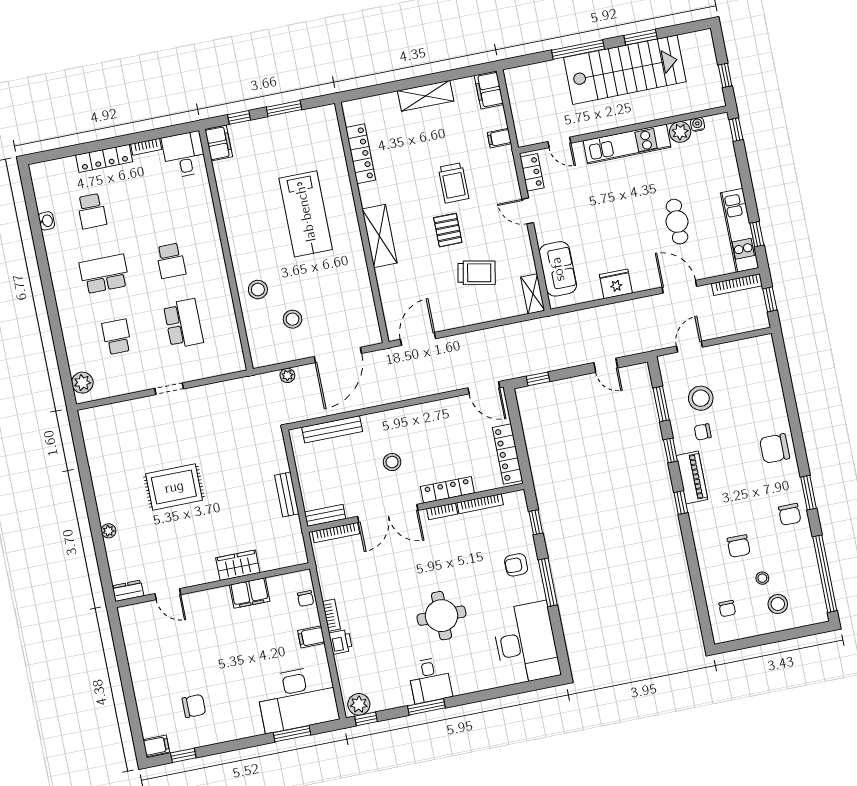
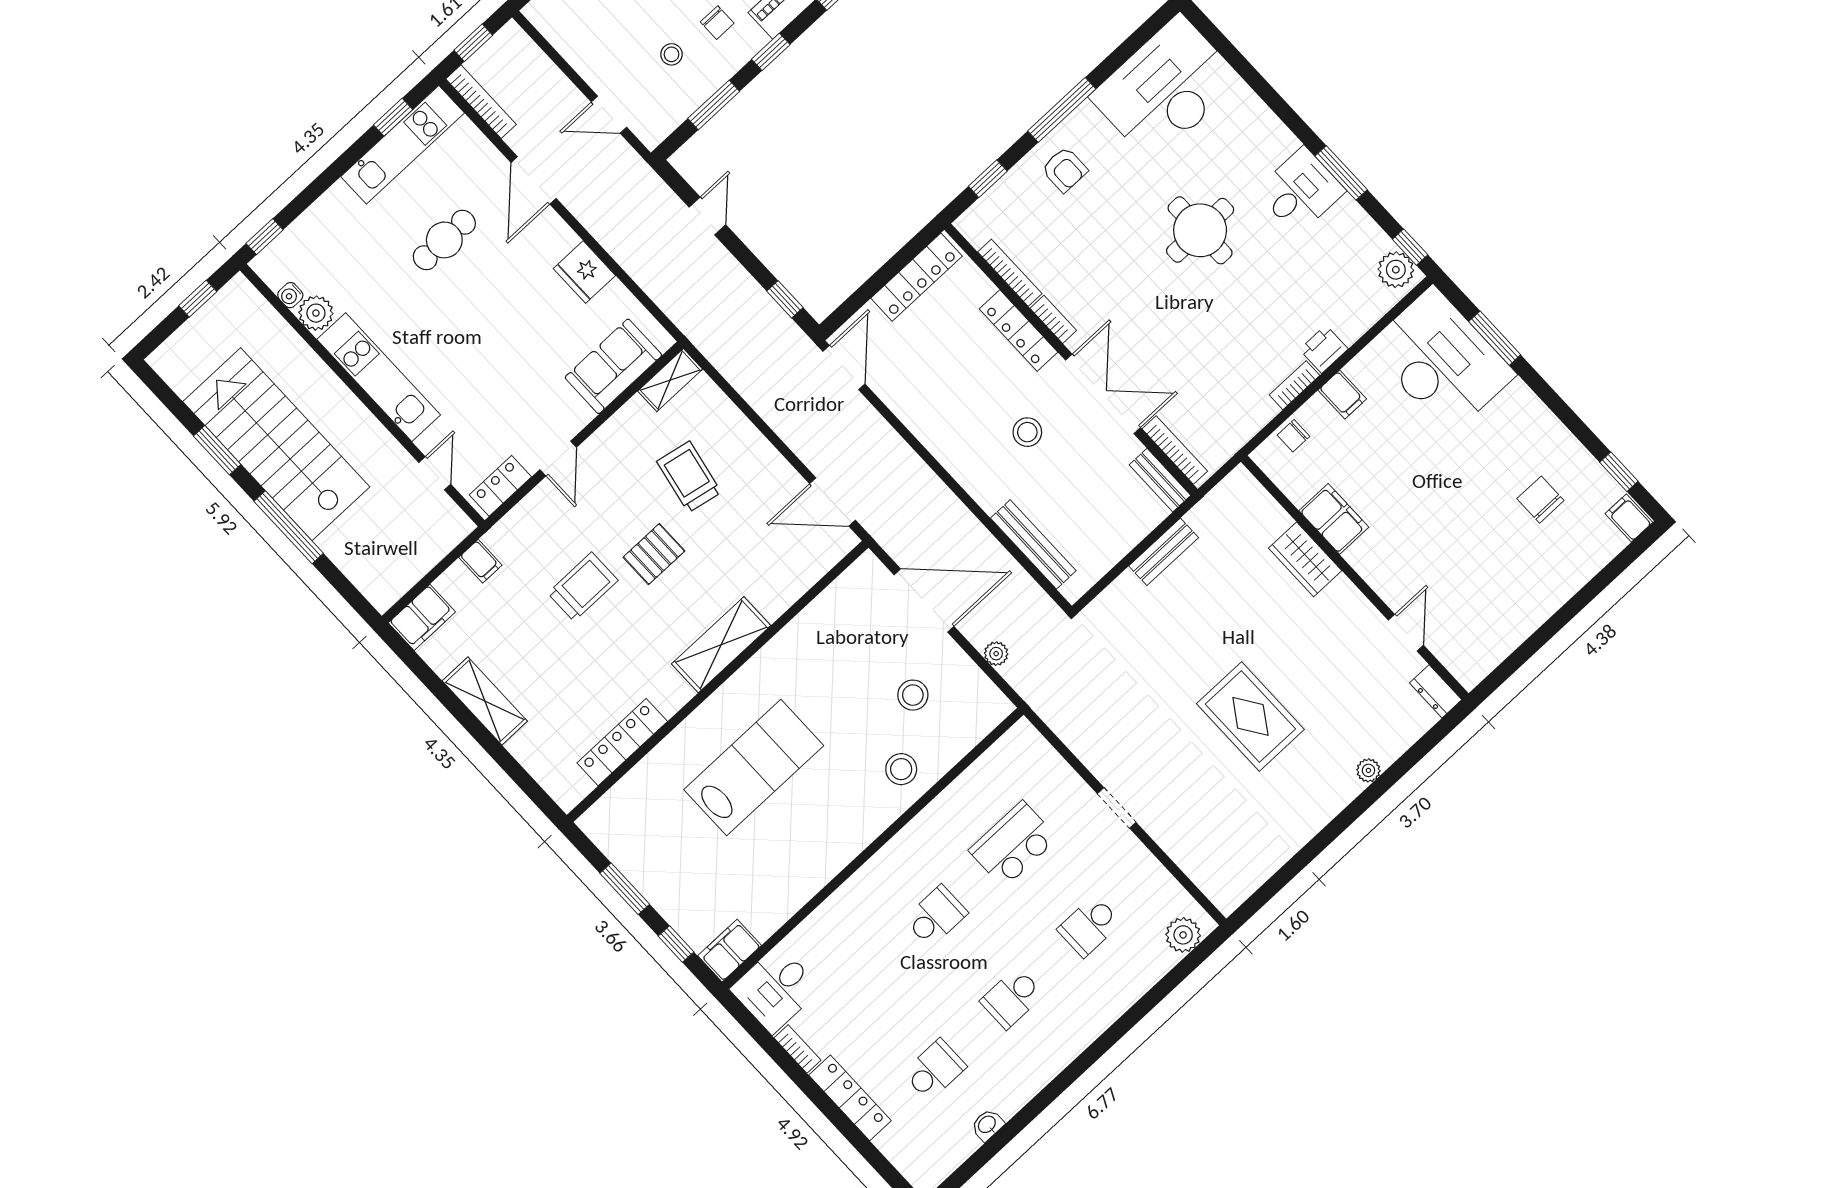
school desk: (104, 274) -> (1012, 998), width x0.54
stool: (701, 398) -> (671, 54), width x0.53, depth x0.53
chair: (306, 599) -> (1293, 436), turned 180

